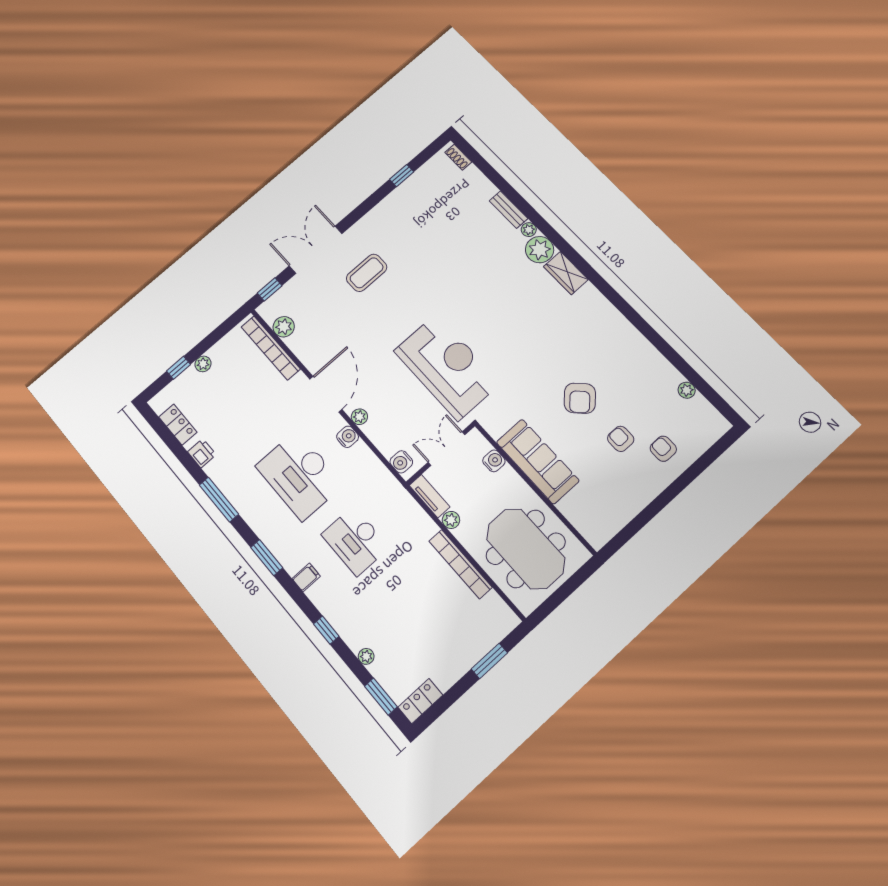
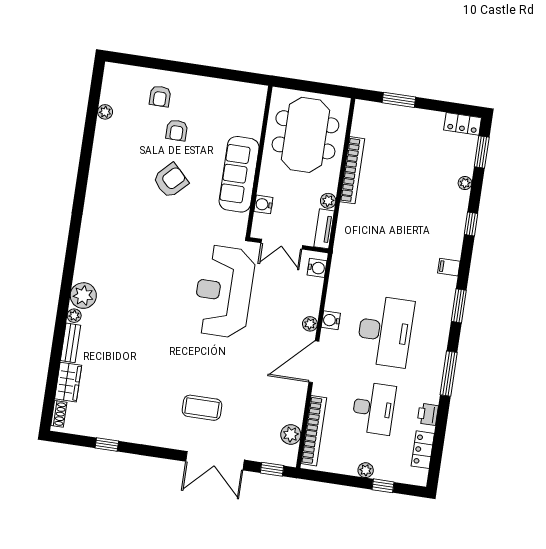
wardrobe: (566, 273) -> (68, 382), moved
desk: (355, 541) -> (374, 408), moved

